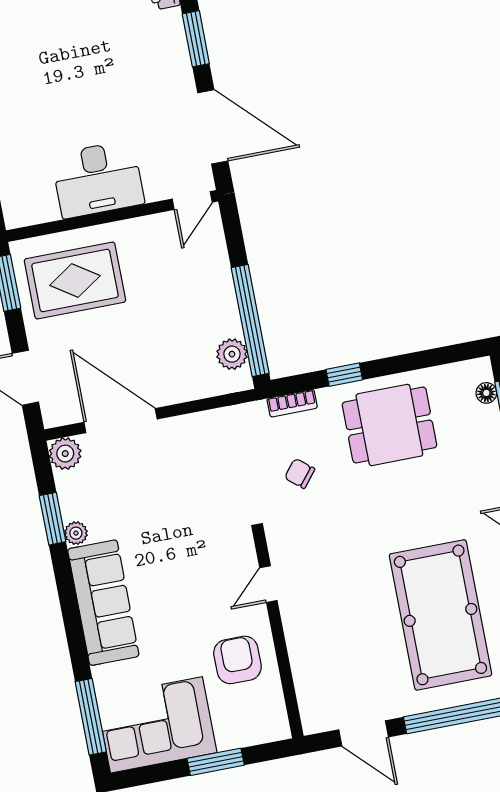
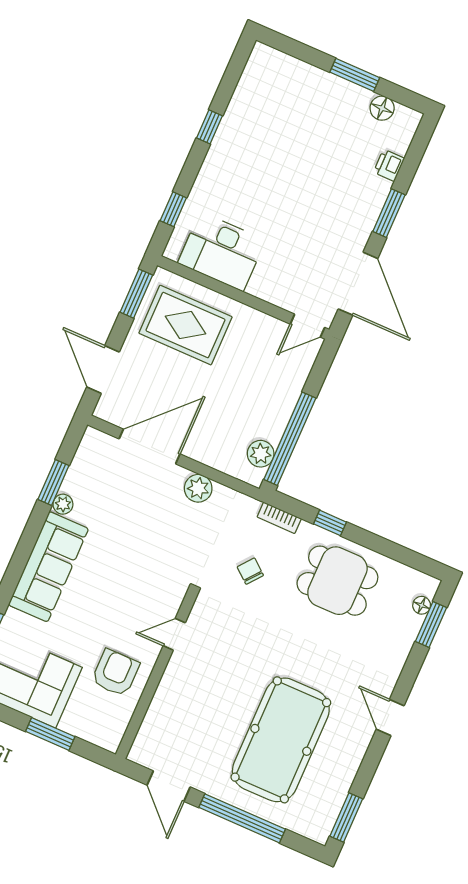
desk: (98, 179) -> (222, 252), moved
door: (121, 421) -> (149, 446), hinge flipped
plant: (65, 454) -> (198, 488), moved

